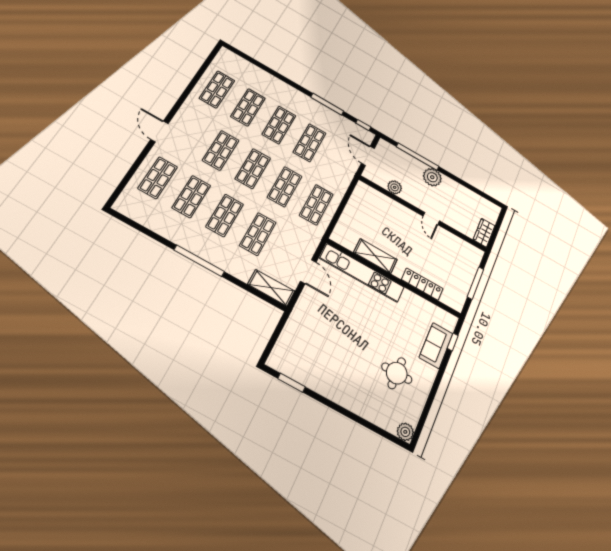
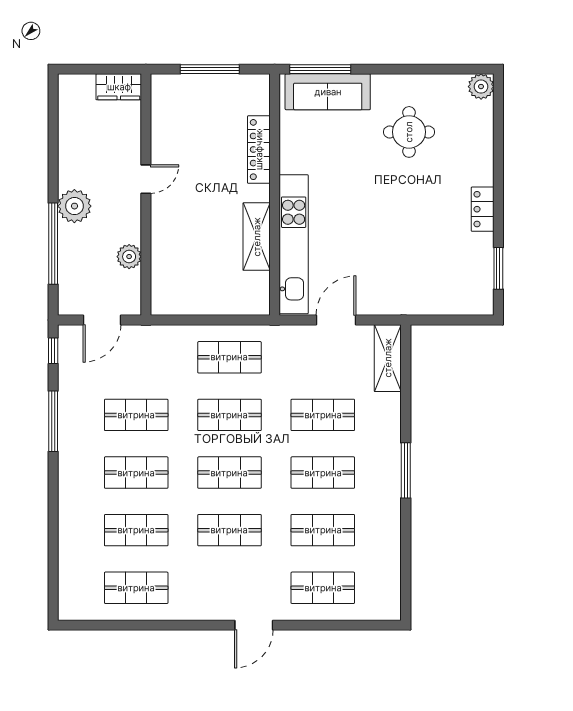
window: (199, 261) -> (406, 470), width x0.68
window: (453, 342) -> (320, 69), width x2.17
sofa: (436, 345) -> (328, 92), width x1.36
locker: (332, 393) -> (483, 209), added

